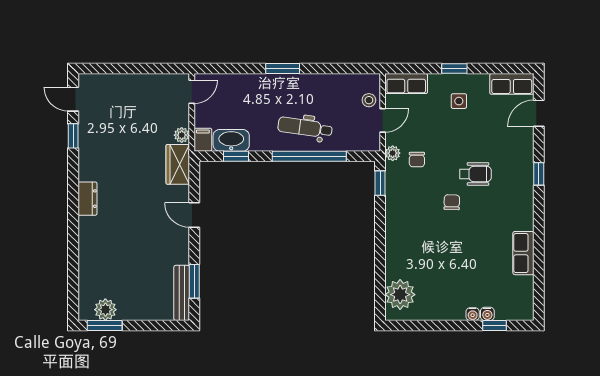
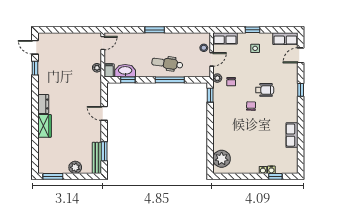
window: (309, 156) -> (170, 80), width x0.68
wardrobe: (178, 164) -> (44, 126), moved, turned 180
plant: (105, 310) -> (75, 167), moved

